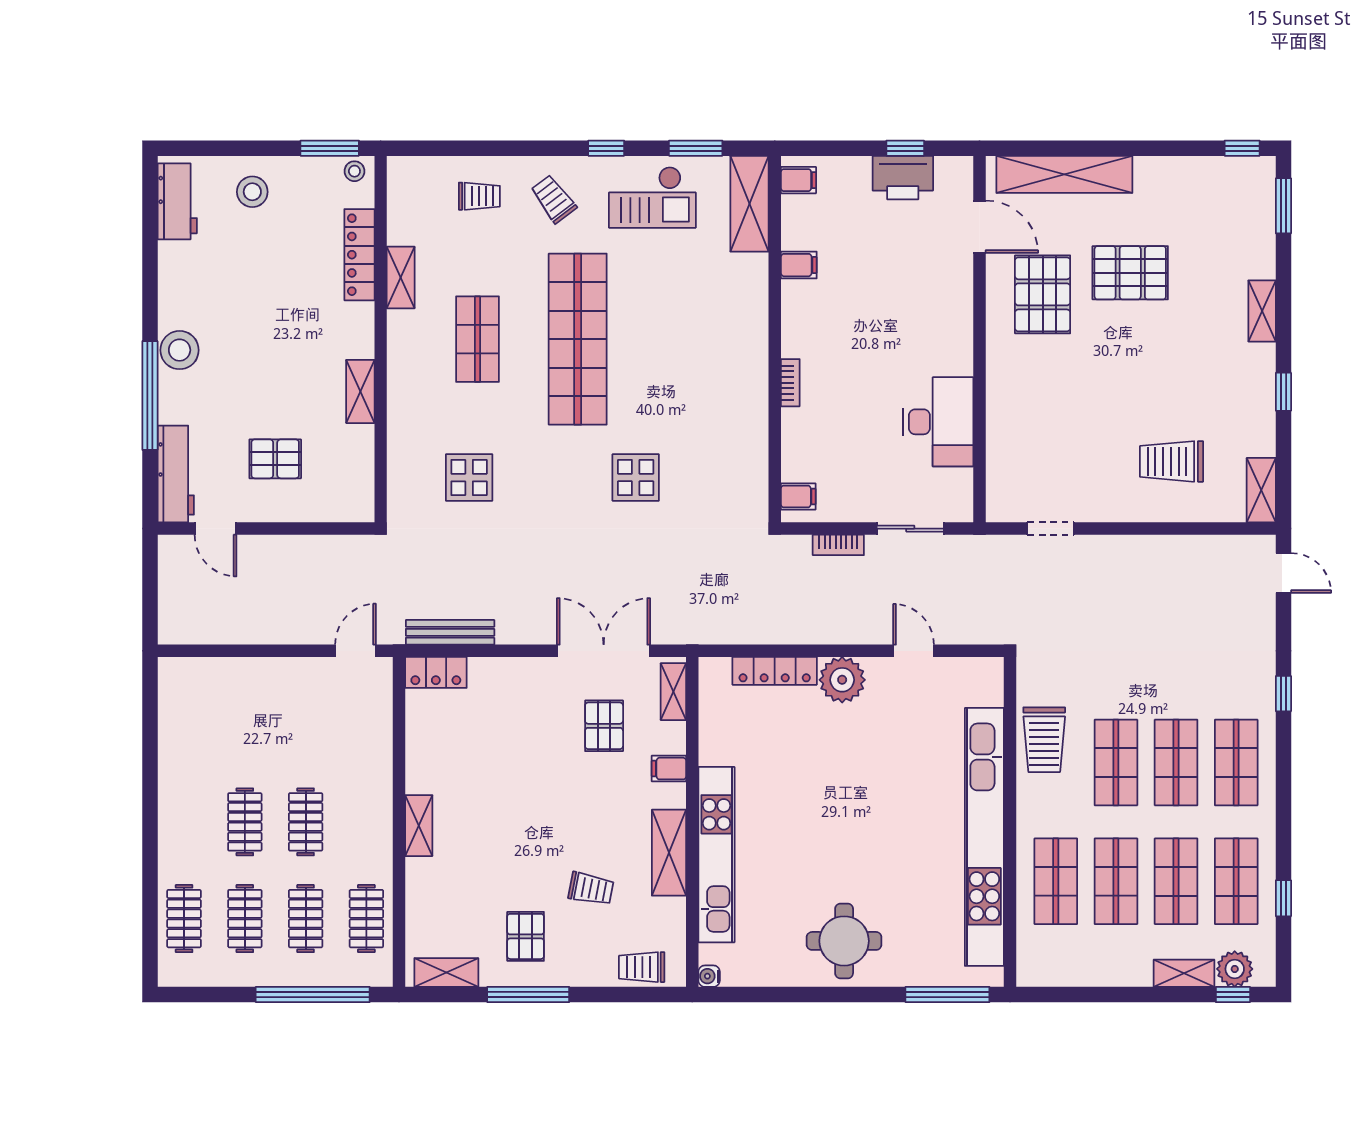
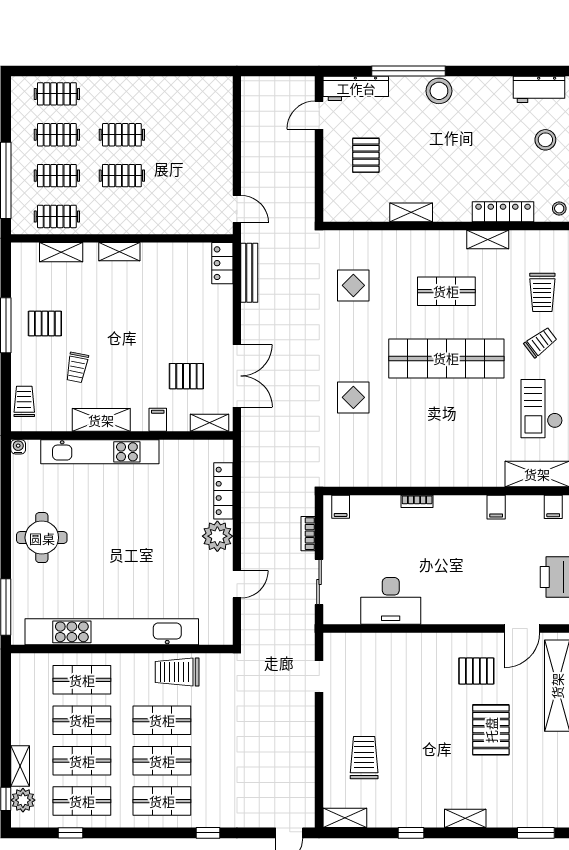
trolley: (479, 196) -> (542, 292), width x1.36, depth x1.39
pallet: (1043, 294) -> (476, 671), width x0.67, depth x0.71
shelving: (446, 972) -> (61, 252), moved, turned 90

